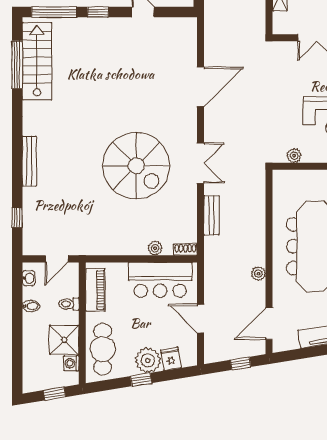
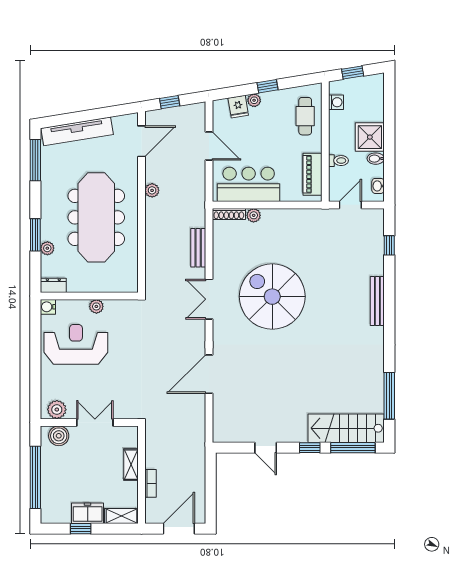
stairs: (37, 61) -> (346, 428), moved, turned 90
plant: (294, 156) -> (96, 306), moved
shoe rack: (185, 250) -> (229, 214), width x1.43
shower: (64, 340) -> (370, 137), moved
cafe table: (103, 349) -> (305, 116), width x0.73, depth x0.74
plant: (148, 360) -> (254, 100), width x0.53, depth x0.53

